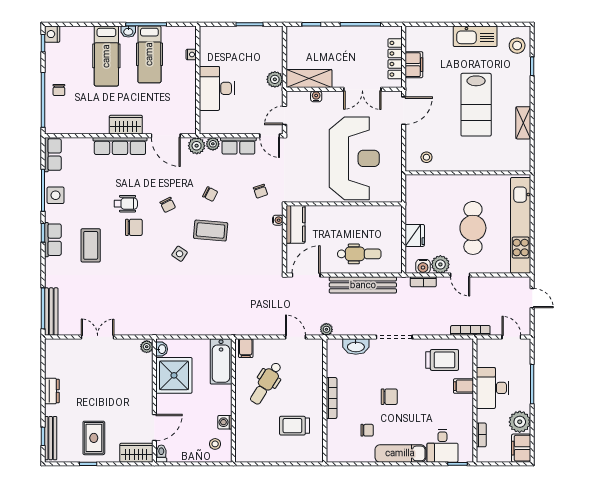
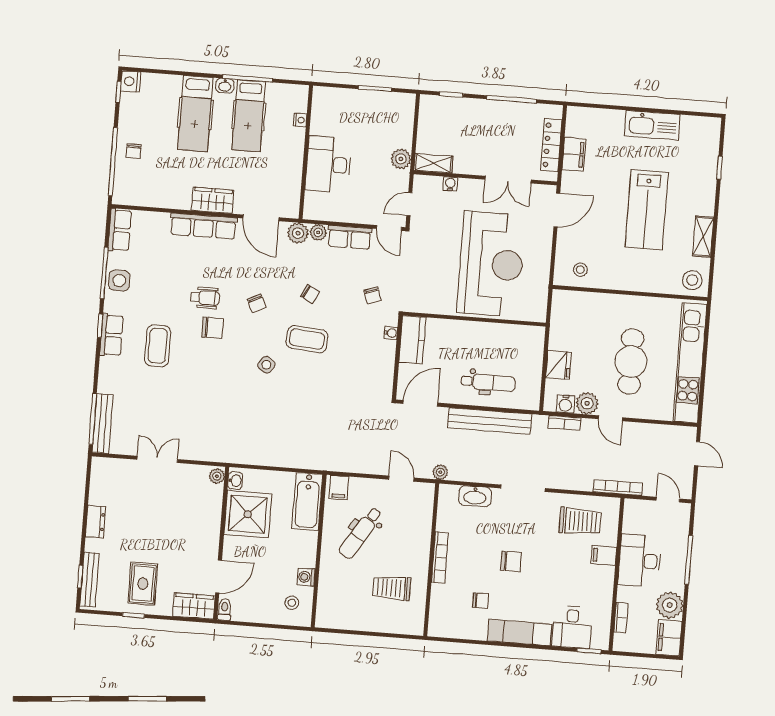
stool: (517, 46) -> (692, 280), moved
shelving: (309, 79) -> (433, 163), width x0.67, depth x0.75

